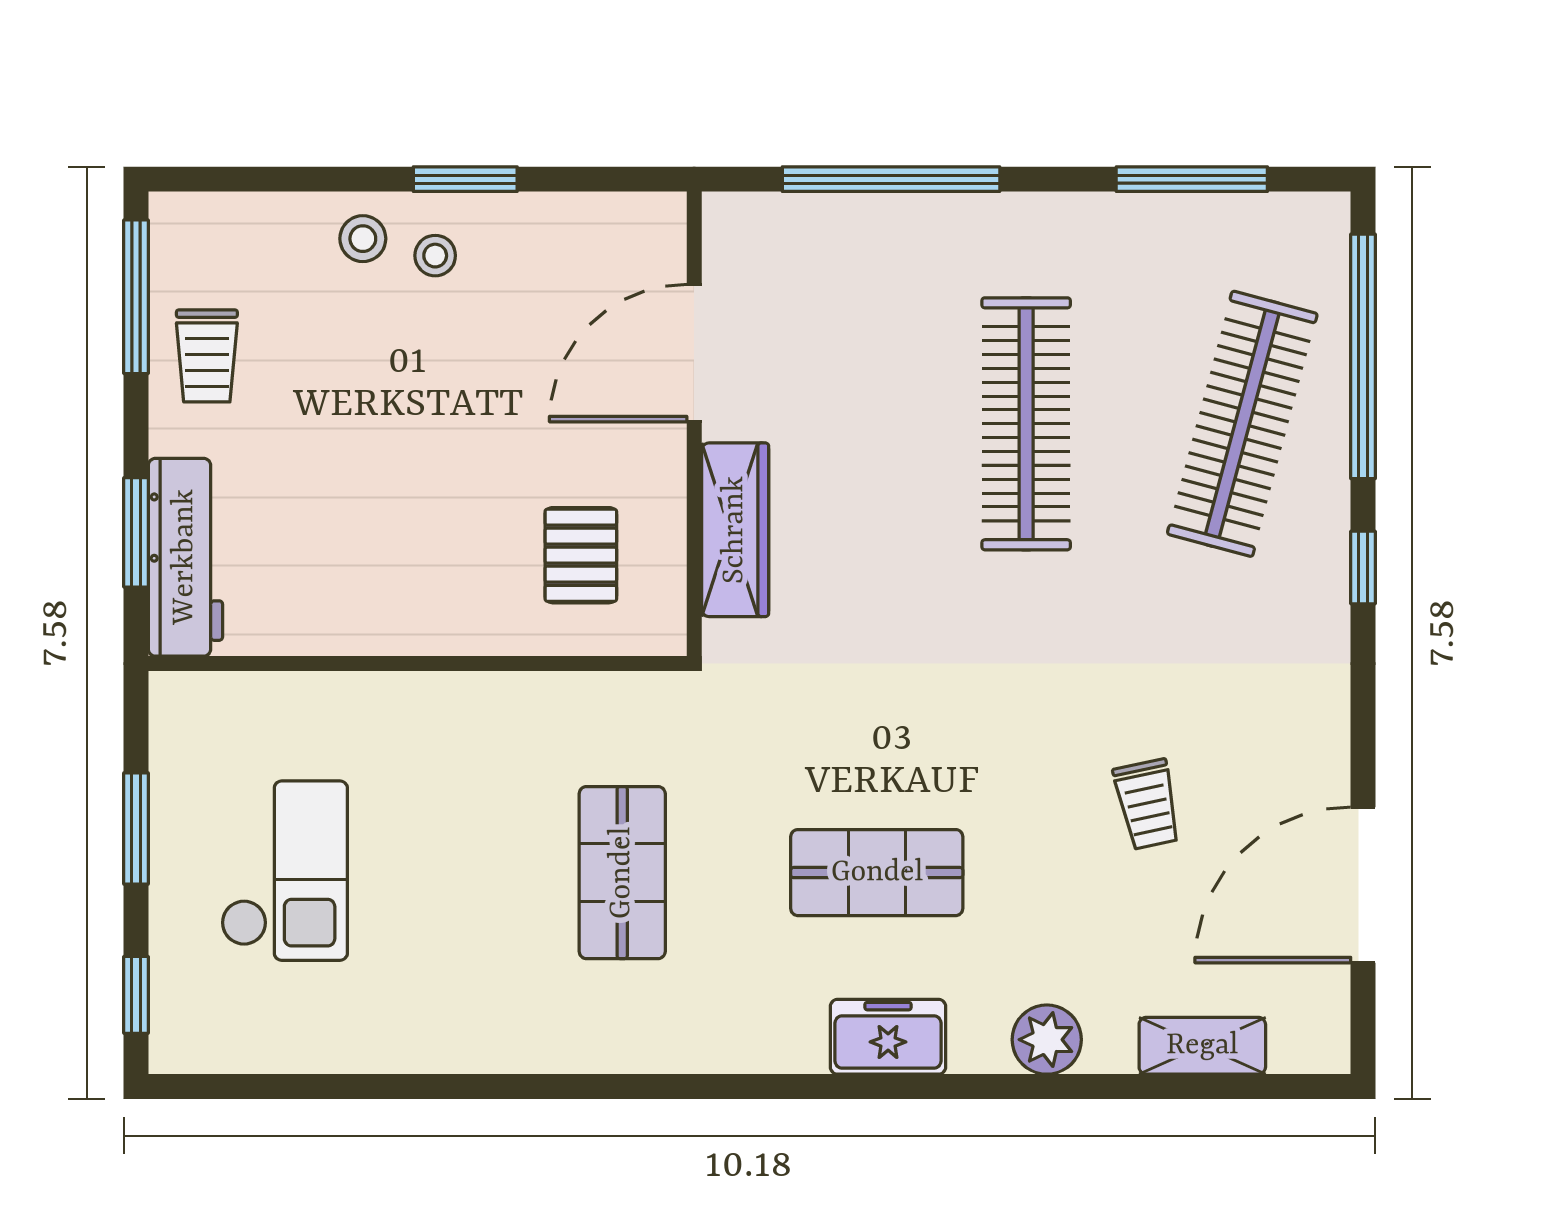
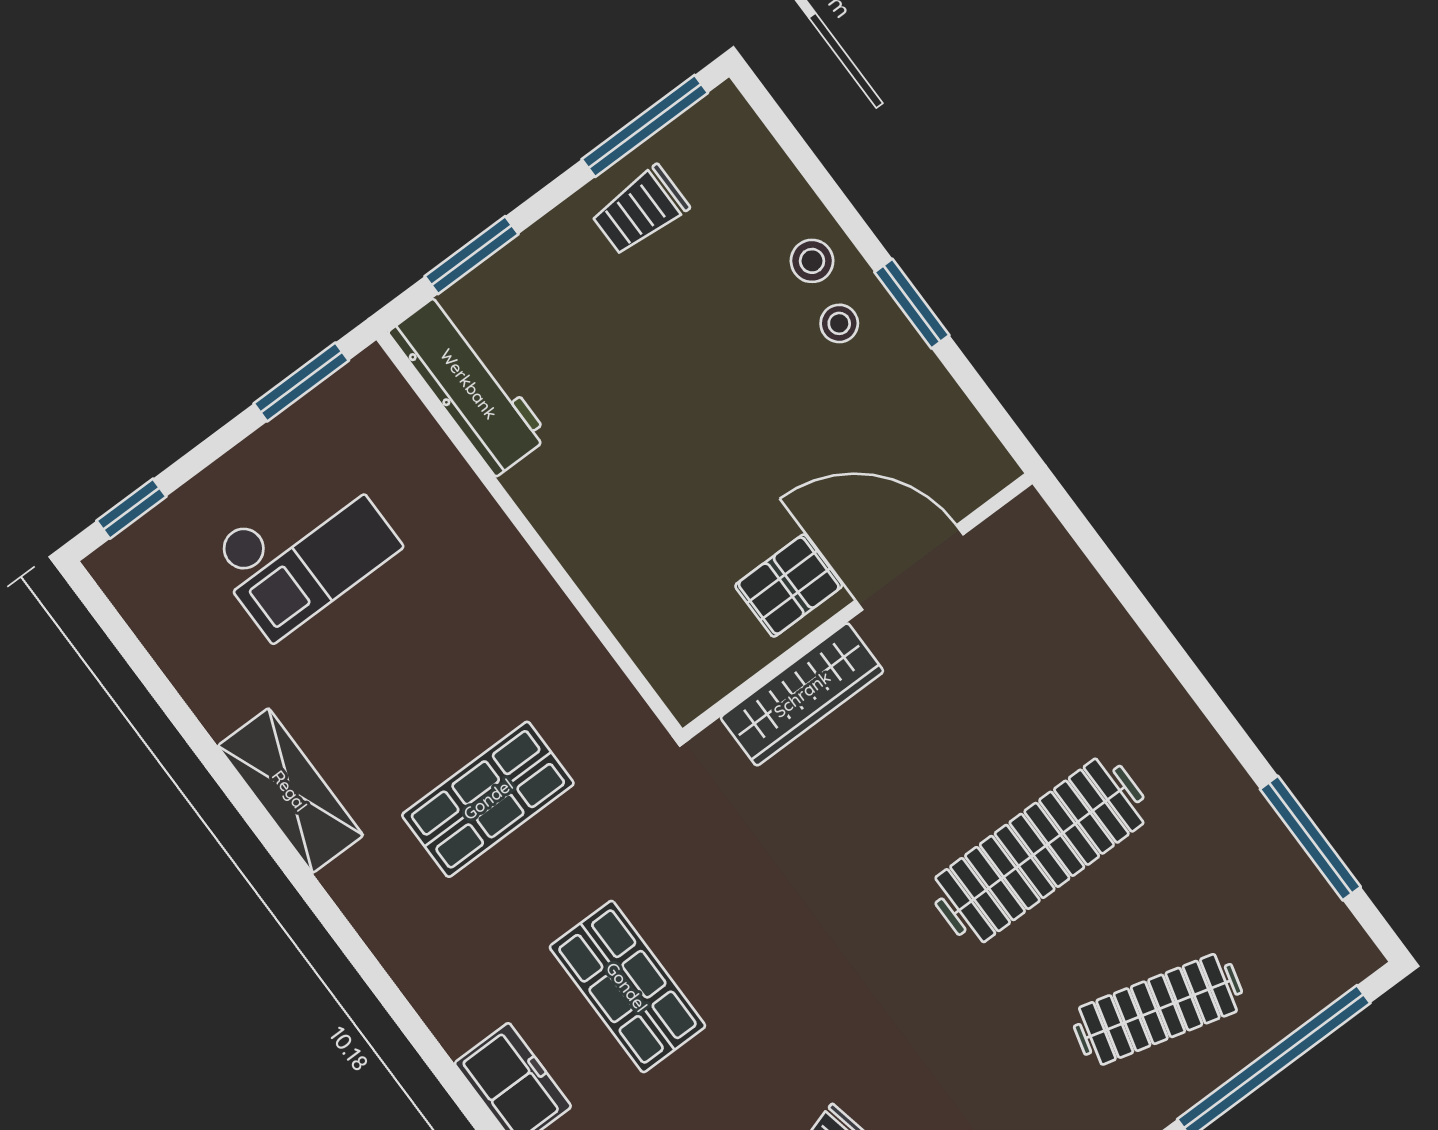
window: (891, 179) -> (1145, 617), removed
clothes rail: (1242, 424) -> (1158, 1009), width x0.73, depth x0.76
pallet: (581, 555) -> (789, 586), moved
workbench: (185, 557) -> (469, 384), moved, turned -90
window: (136, 829) -> (301, 382), moved
shelving: (486, 1039) -> (290, 791), added

